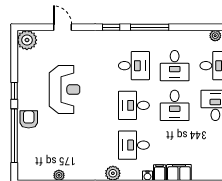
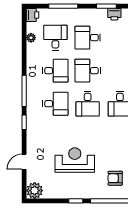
desk: (134, 66) -> (55, 104), turned 90
desk: (175, 105) -> (88, 71), turned 180
armchair: (29, 119) -> (115, 178), moved

